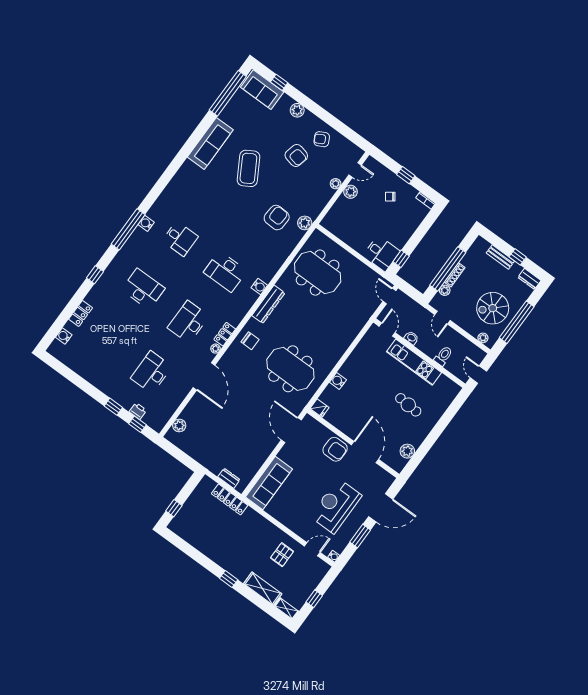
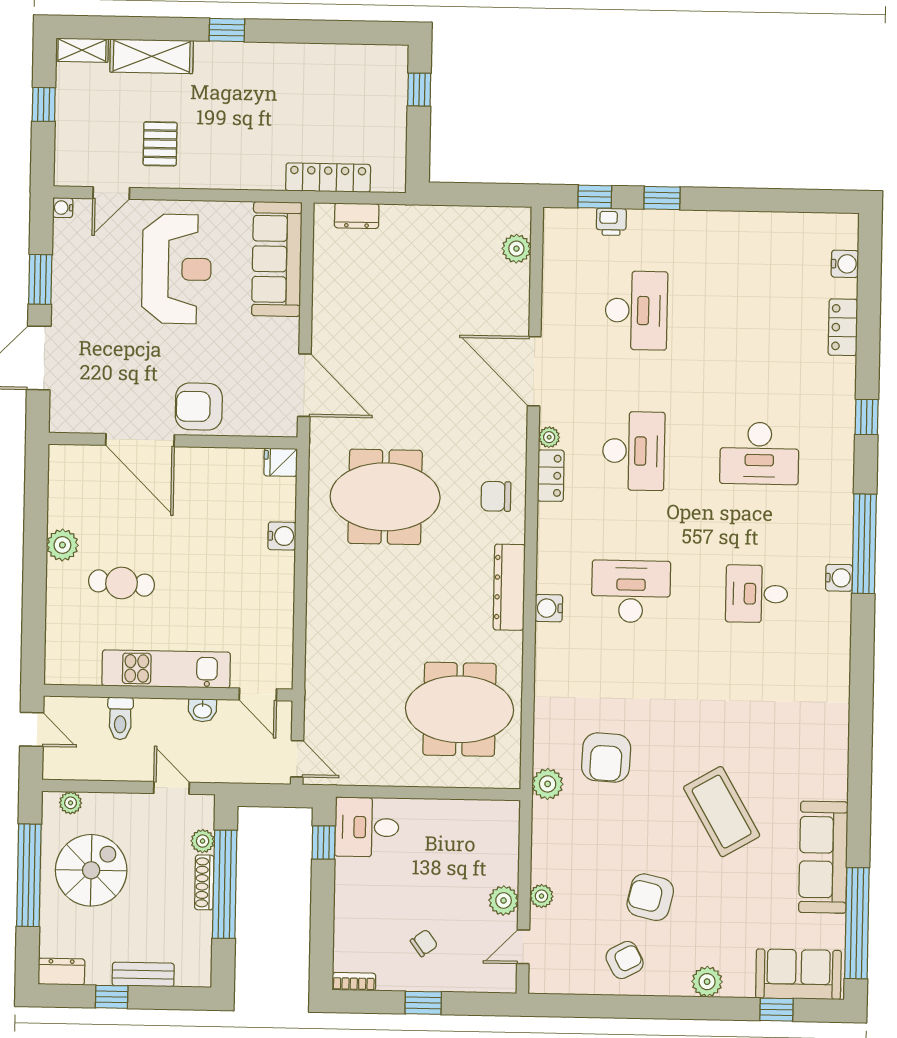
sofa: (210, 143) -> (823, 857), moved
plant: (407, 451) -> (62, 545), moved
reception desk: (336, 506) -> (177, 269), moved

